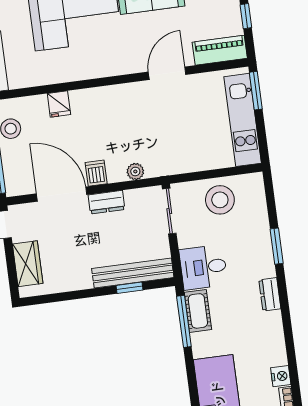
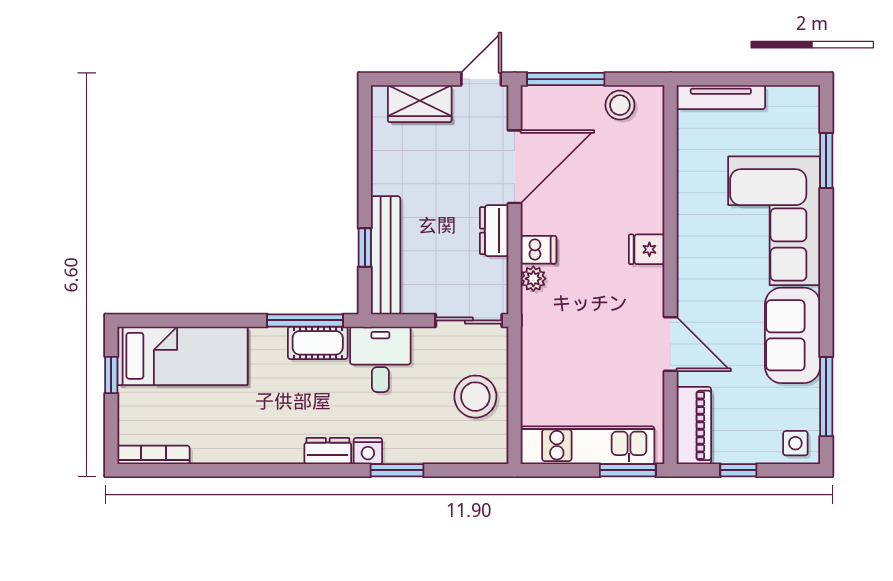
fridge: (59, 104) -> (647, 249), moved
dishwasher: (96, 173) -> (539, 250), moved
nightstand: (281, 376) -> (368, 451), moved

